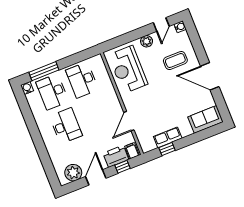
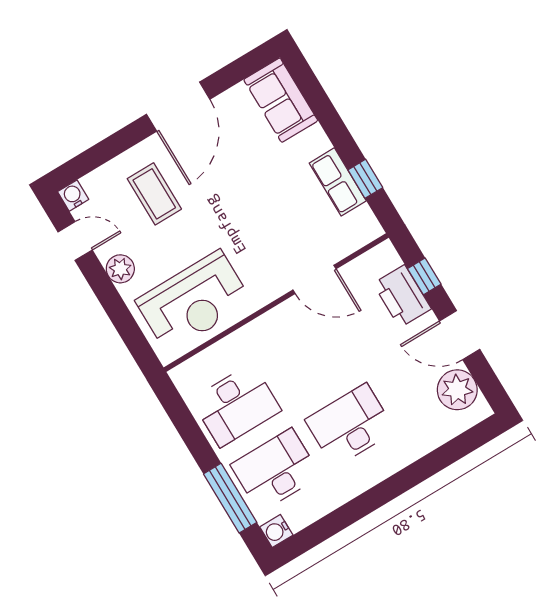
desk: (52, 92) -> (276, 470), turned 180
filing cabinet: (132, 151) -> (383, 260), removed

